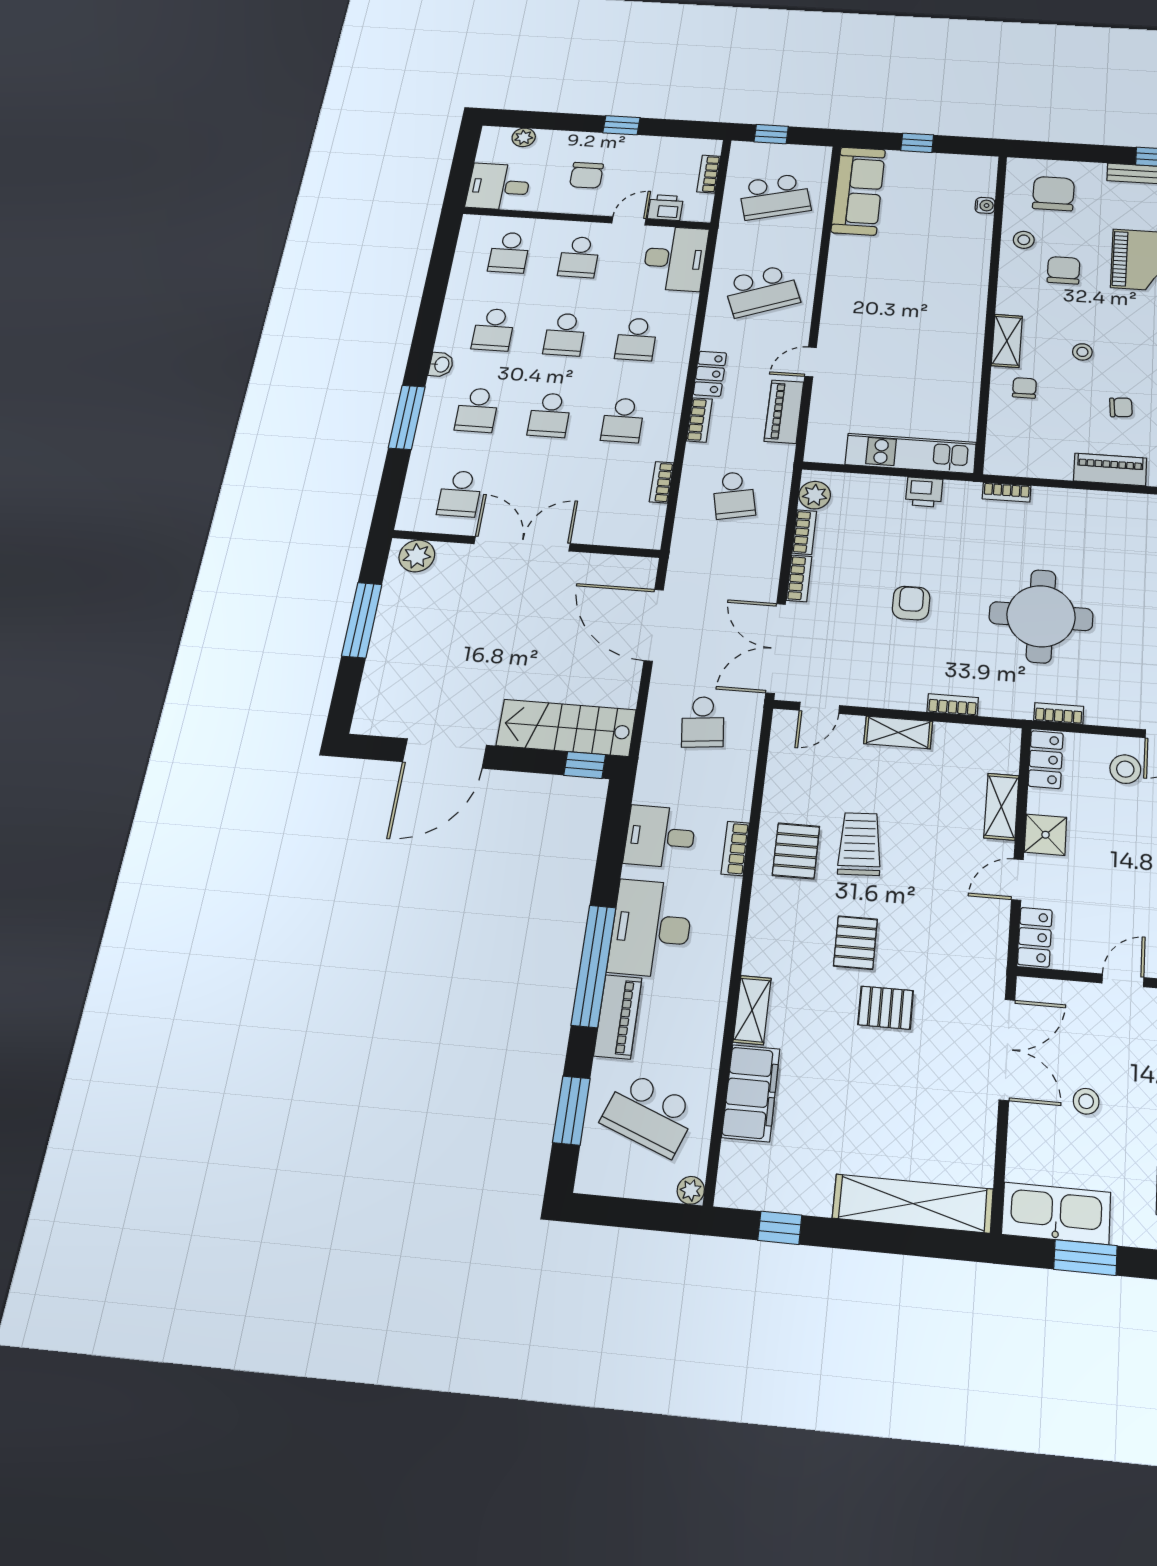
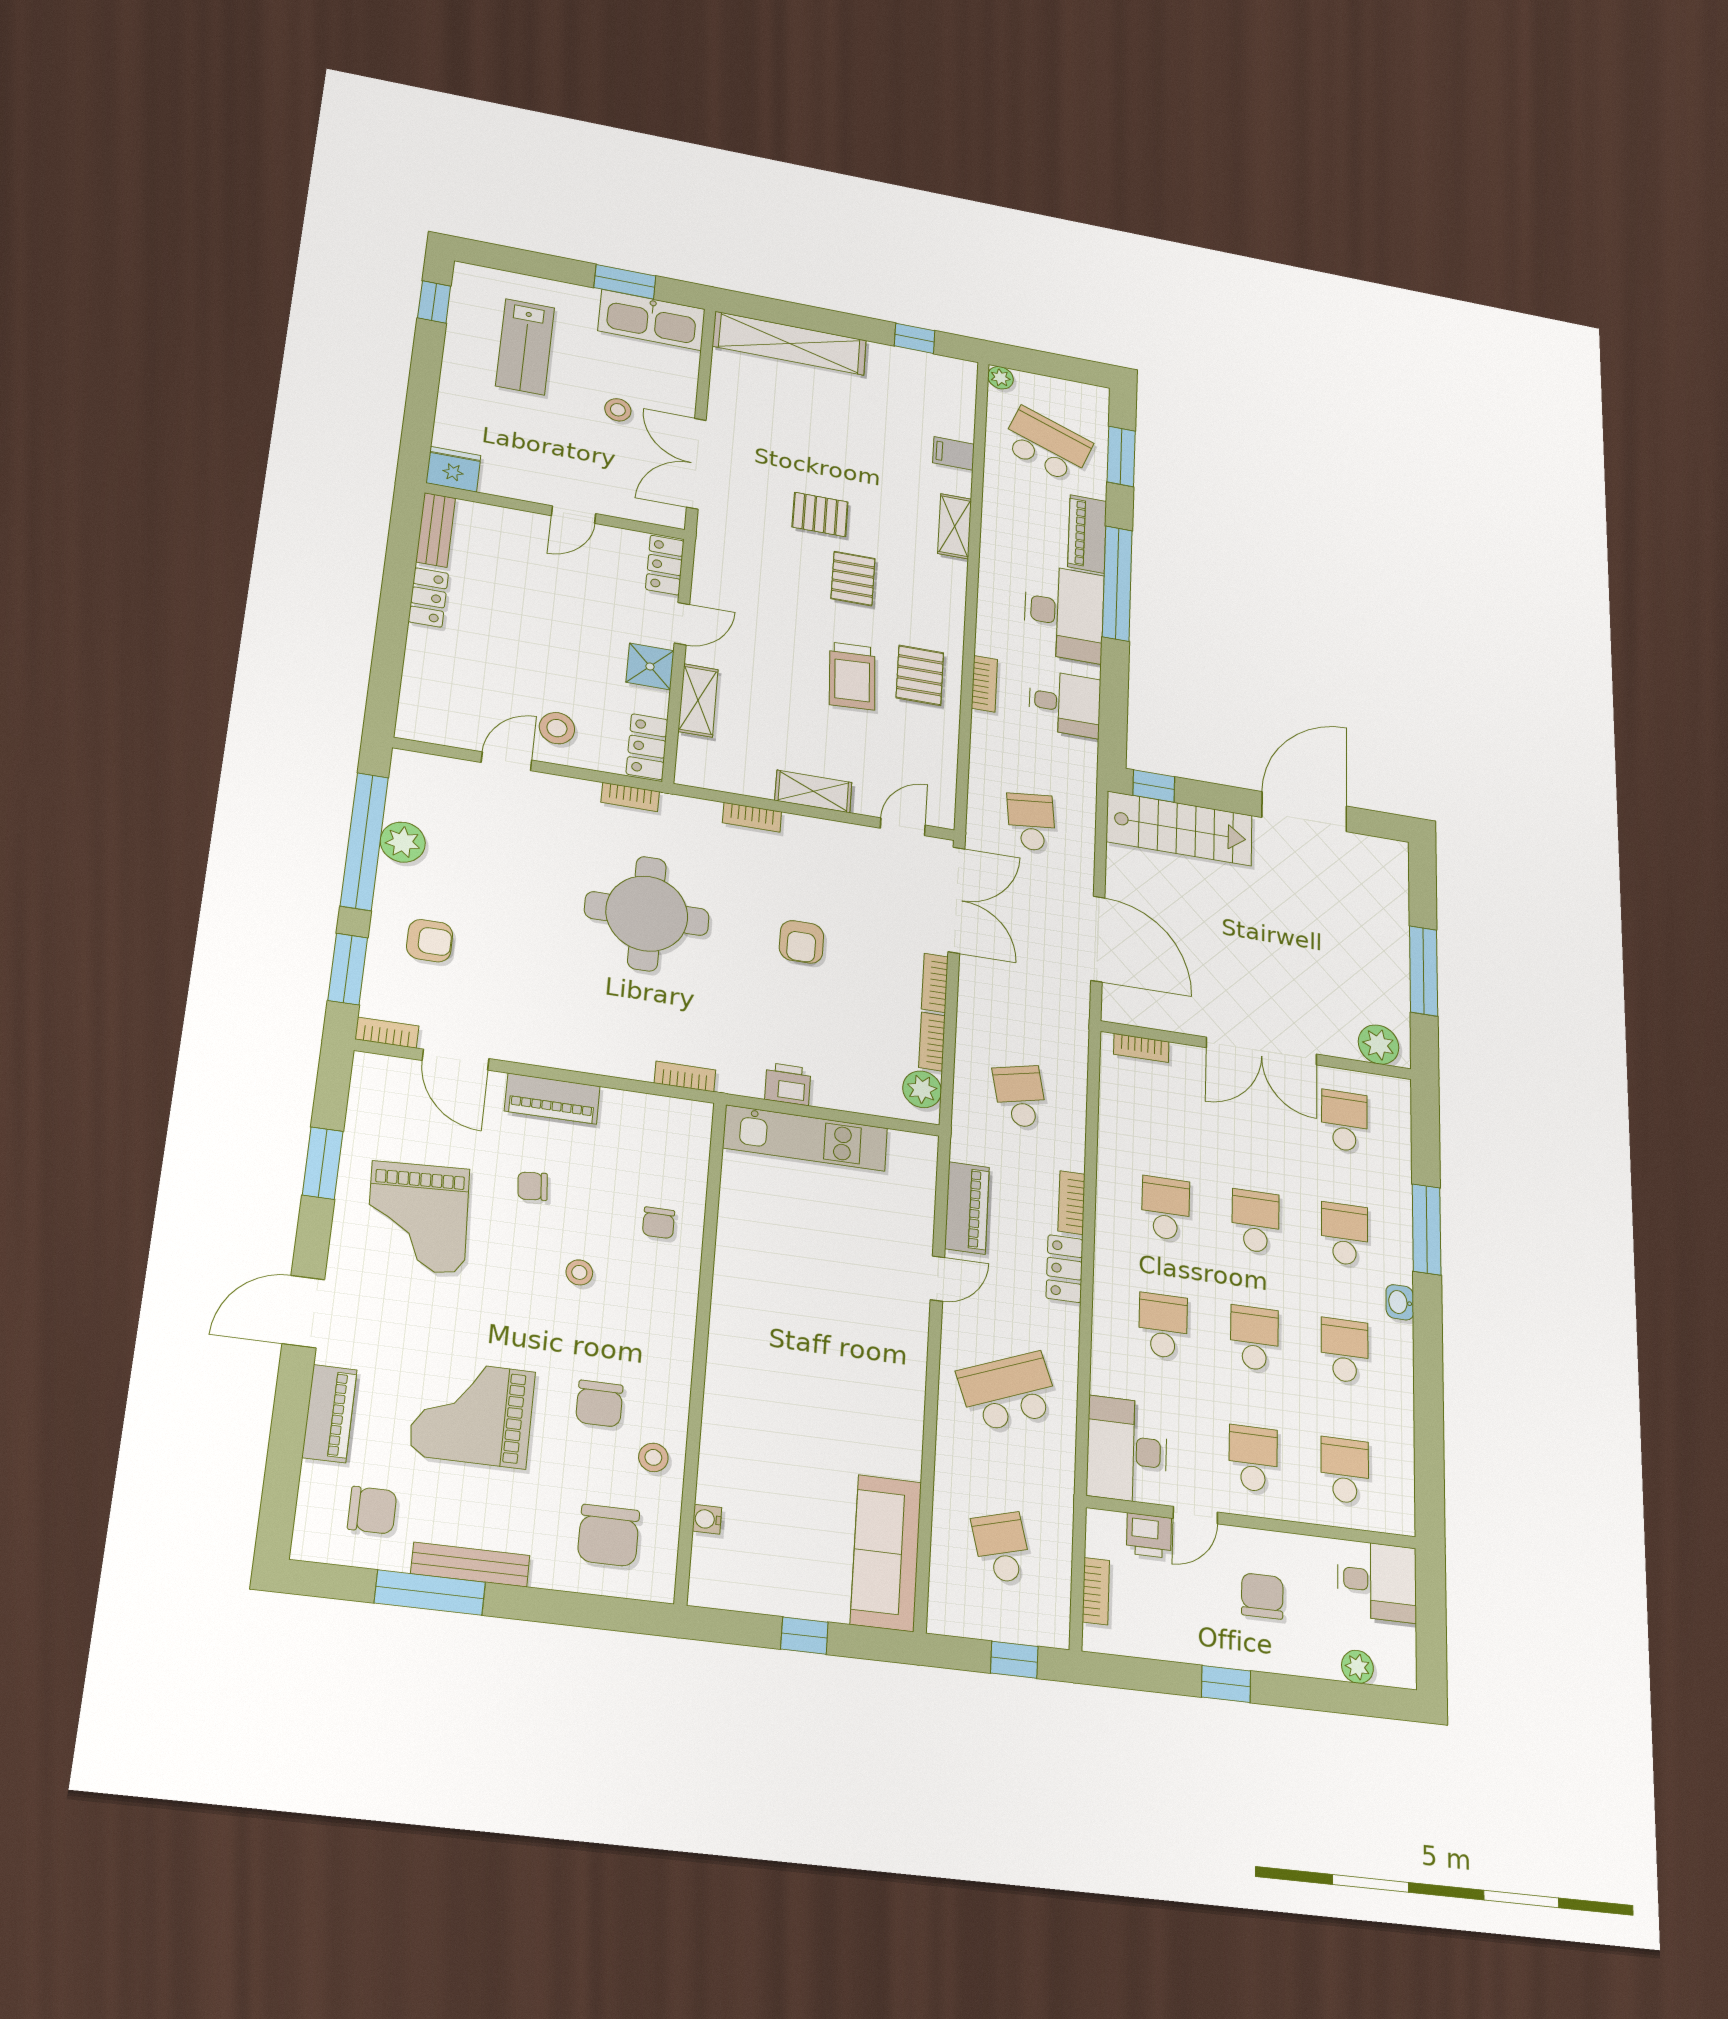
school desk: (775, 197) -> (1002, 1548), width x0.54
shelving: (1007, 341) -> (680, 1295), removed
bookcase: (662, 482) -> (1141, 1048), moved, turned 90
filing cabinet: (751, 1093) -> (953, 453), width x0.33, depth x0.86

